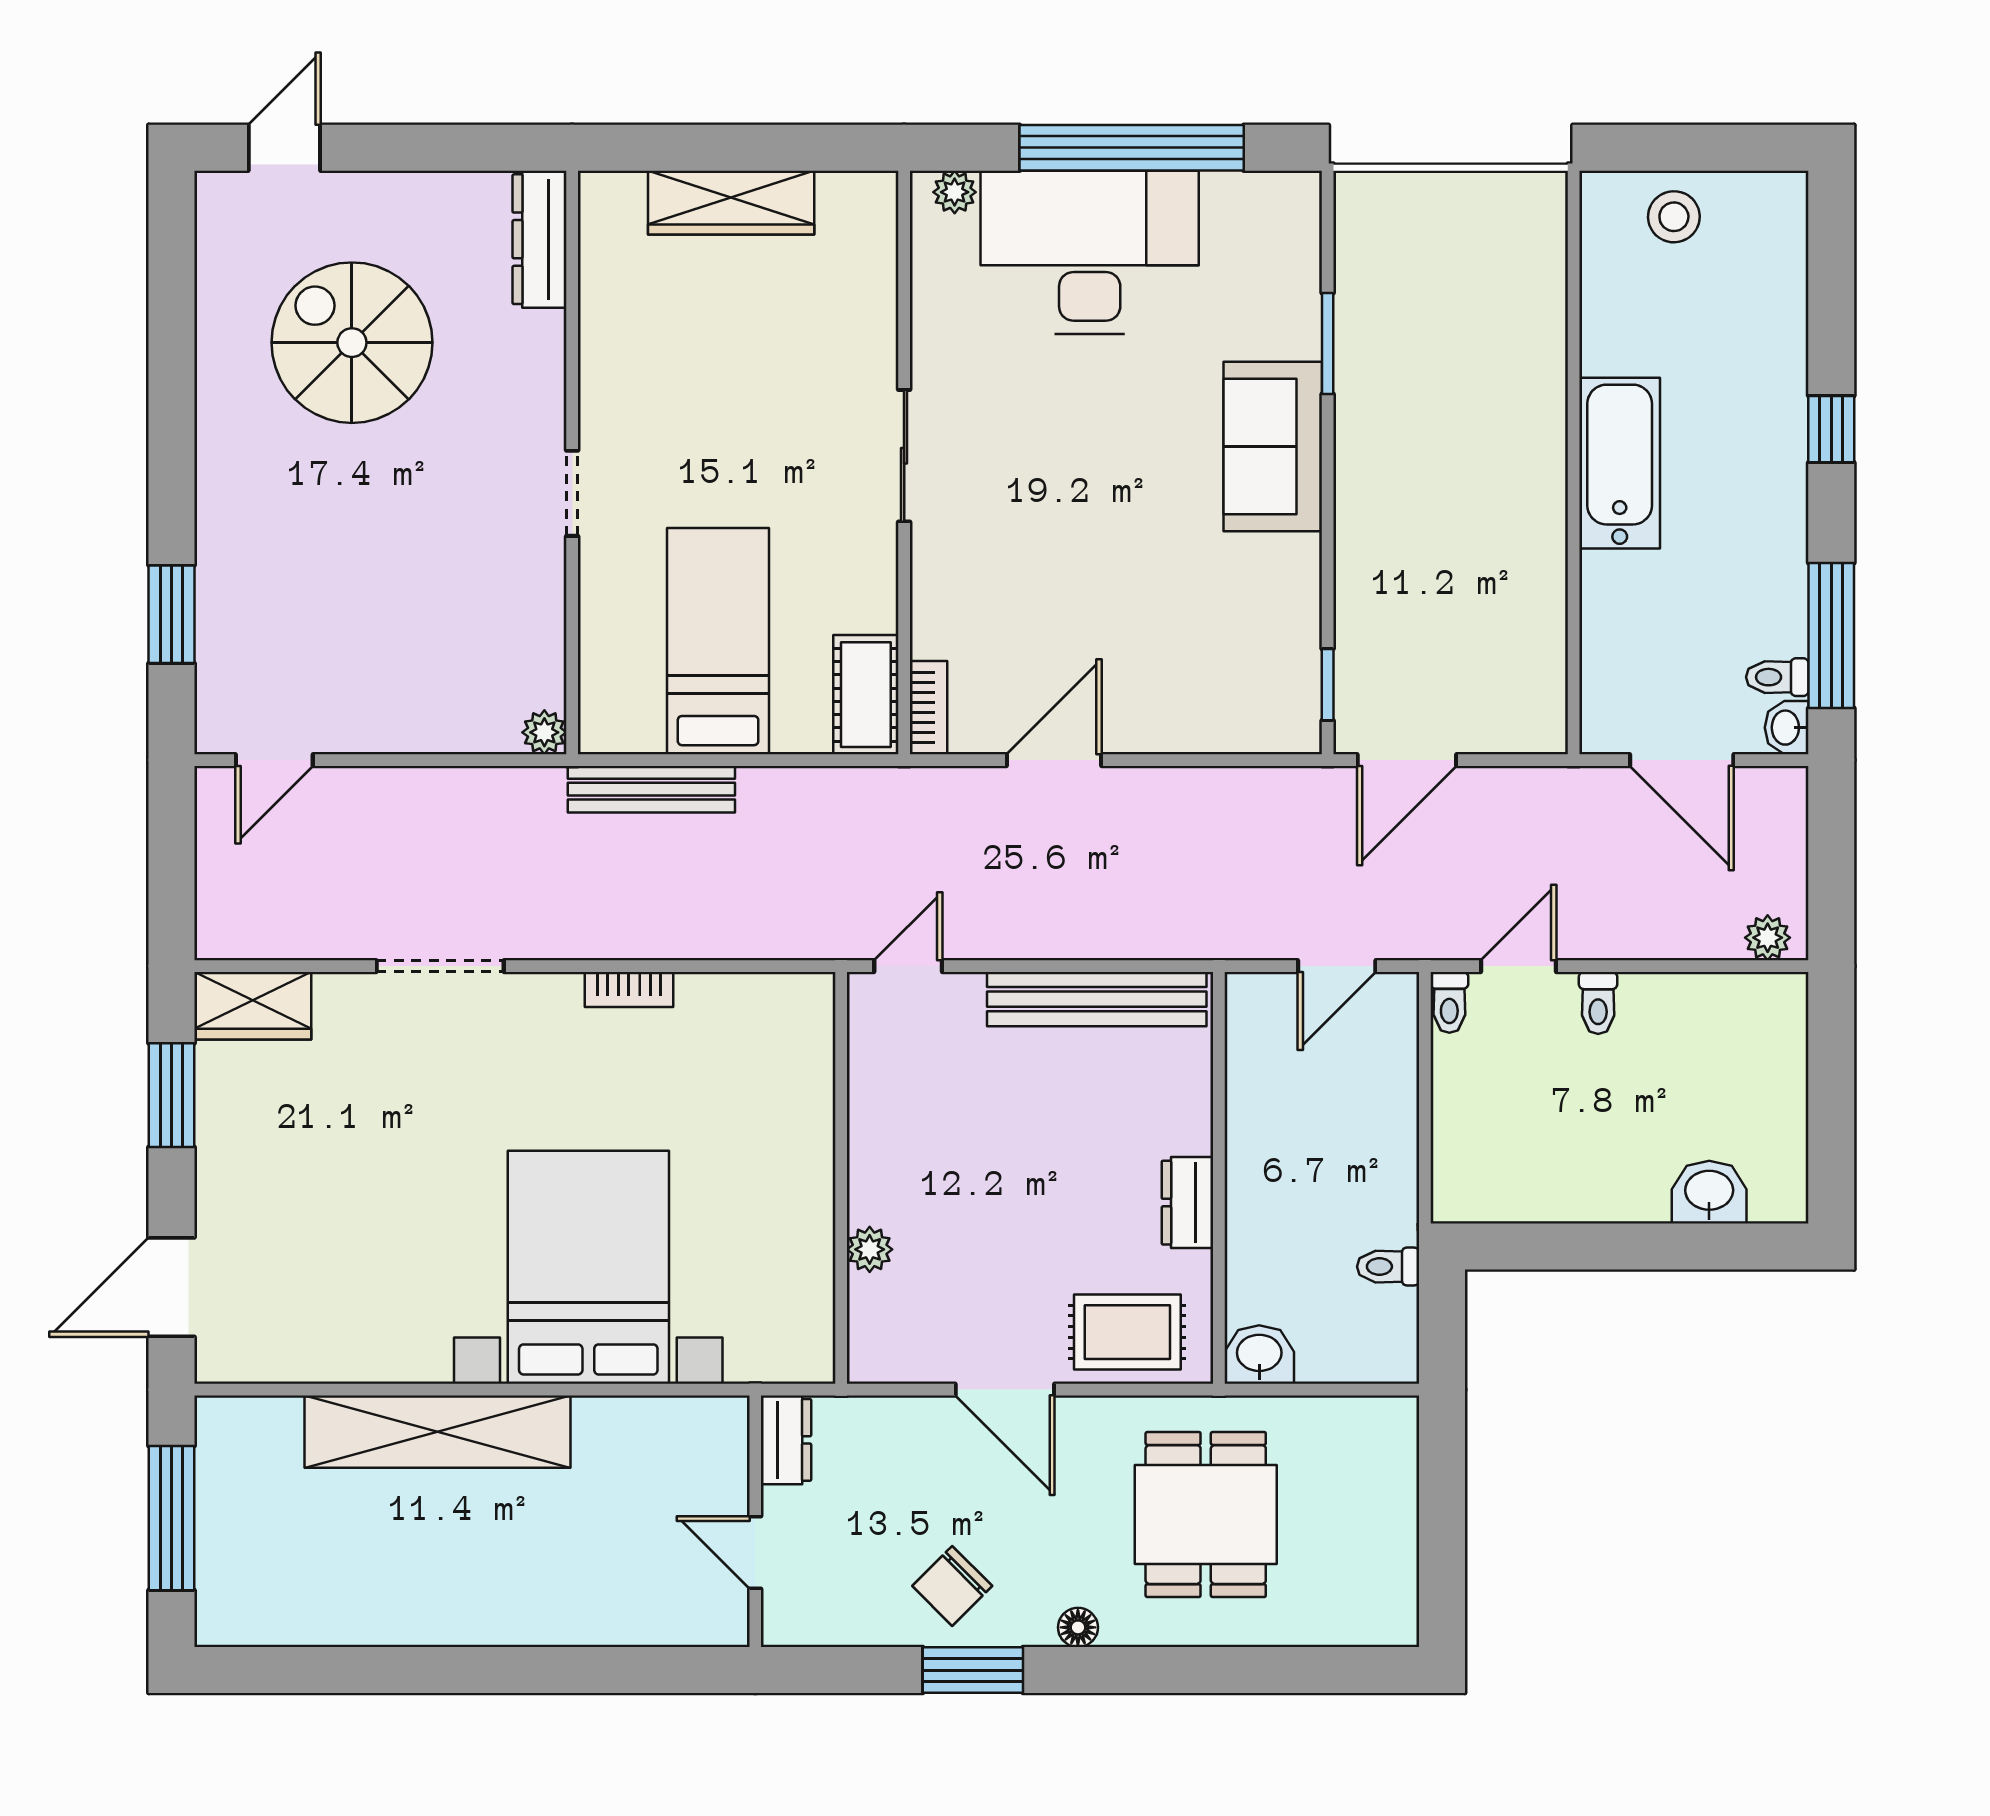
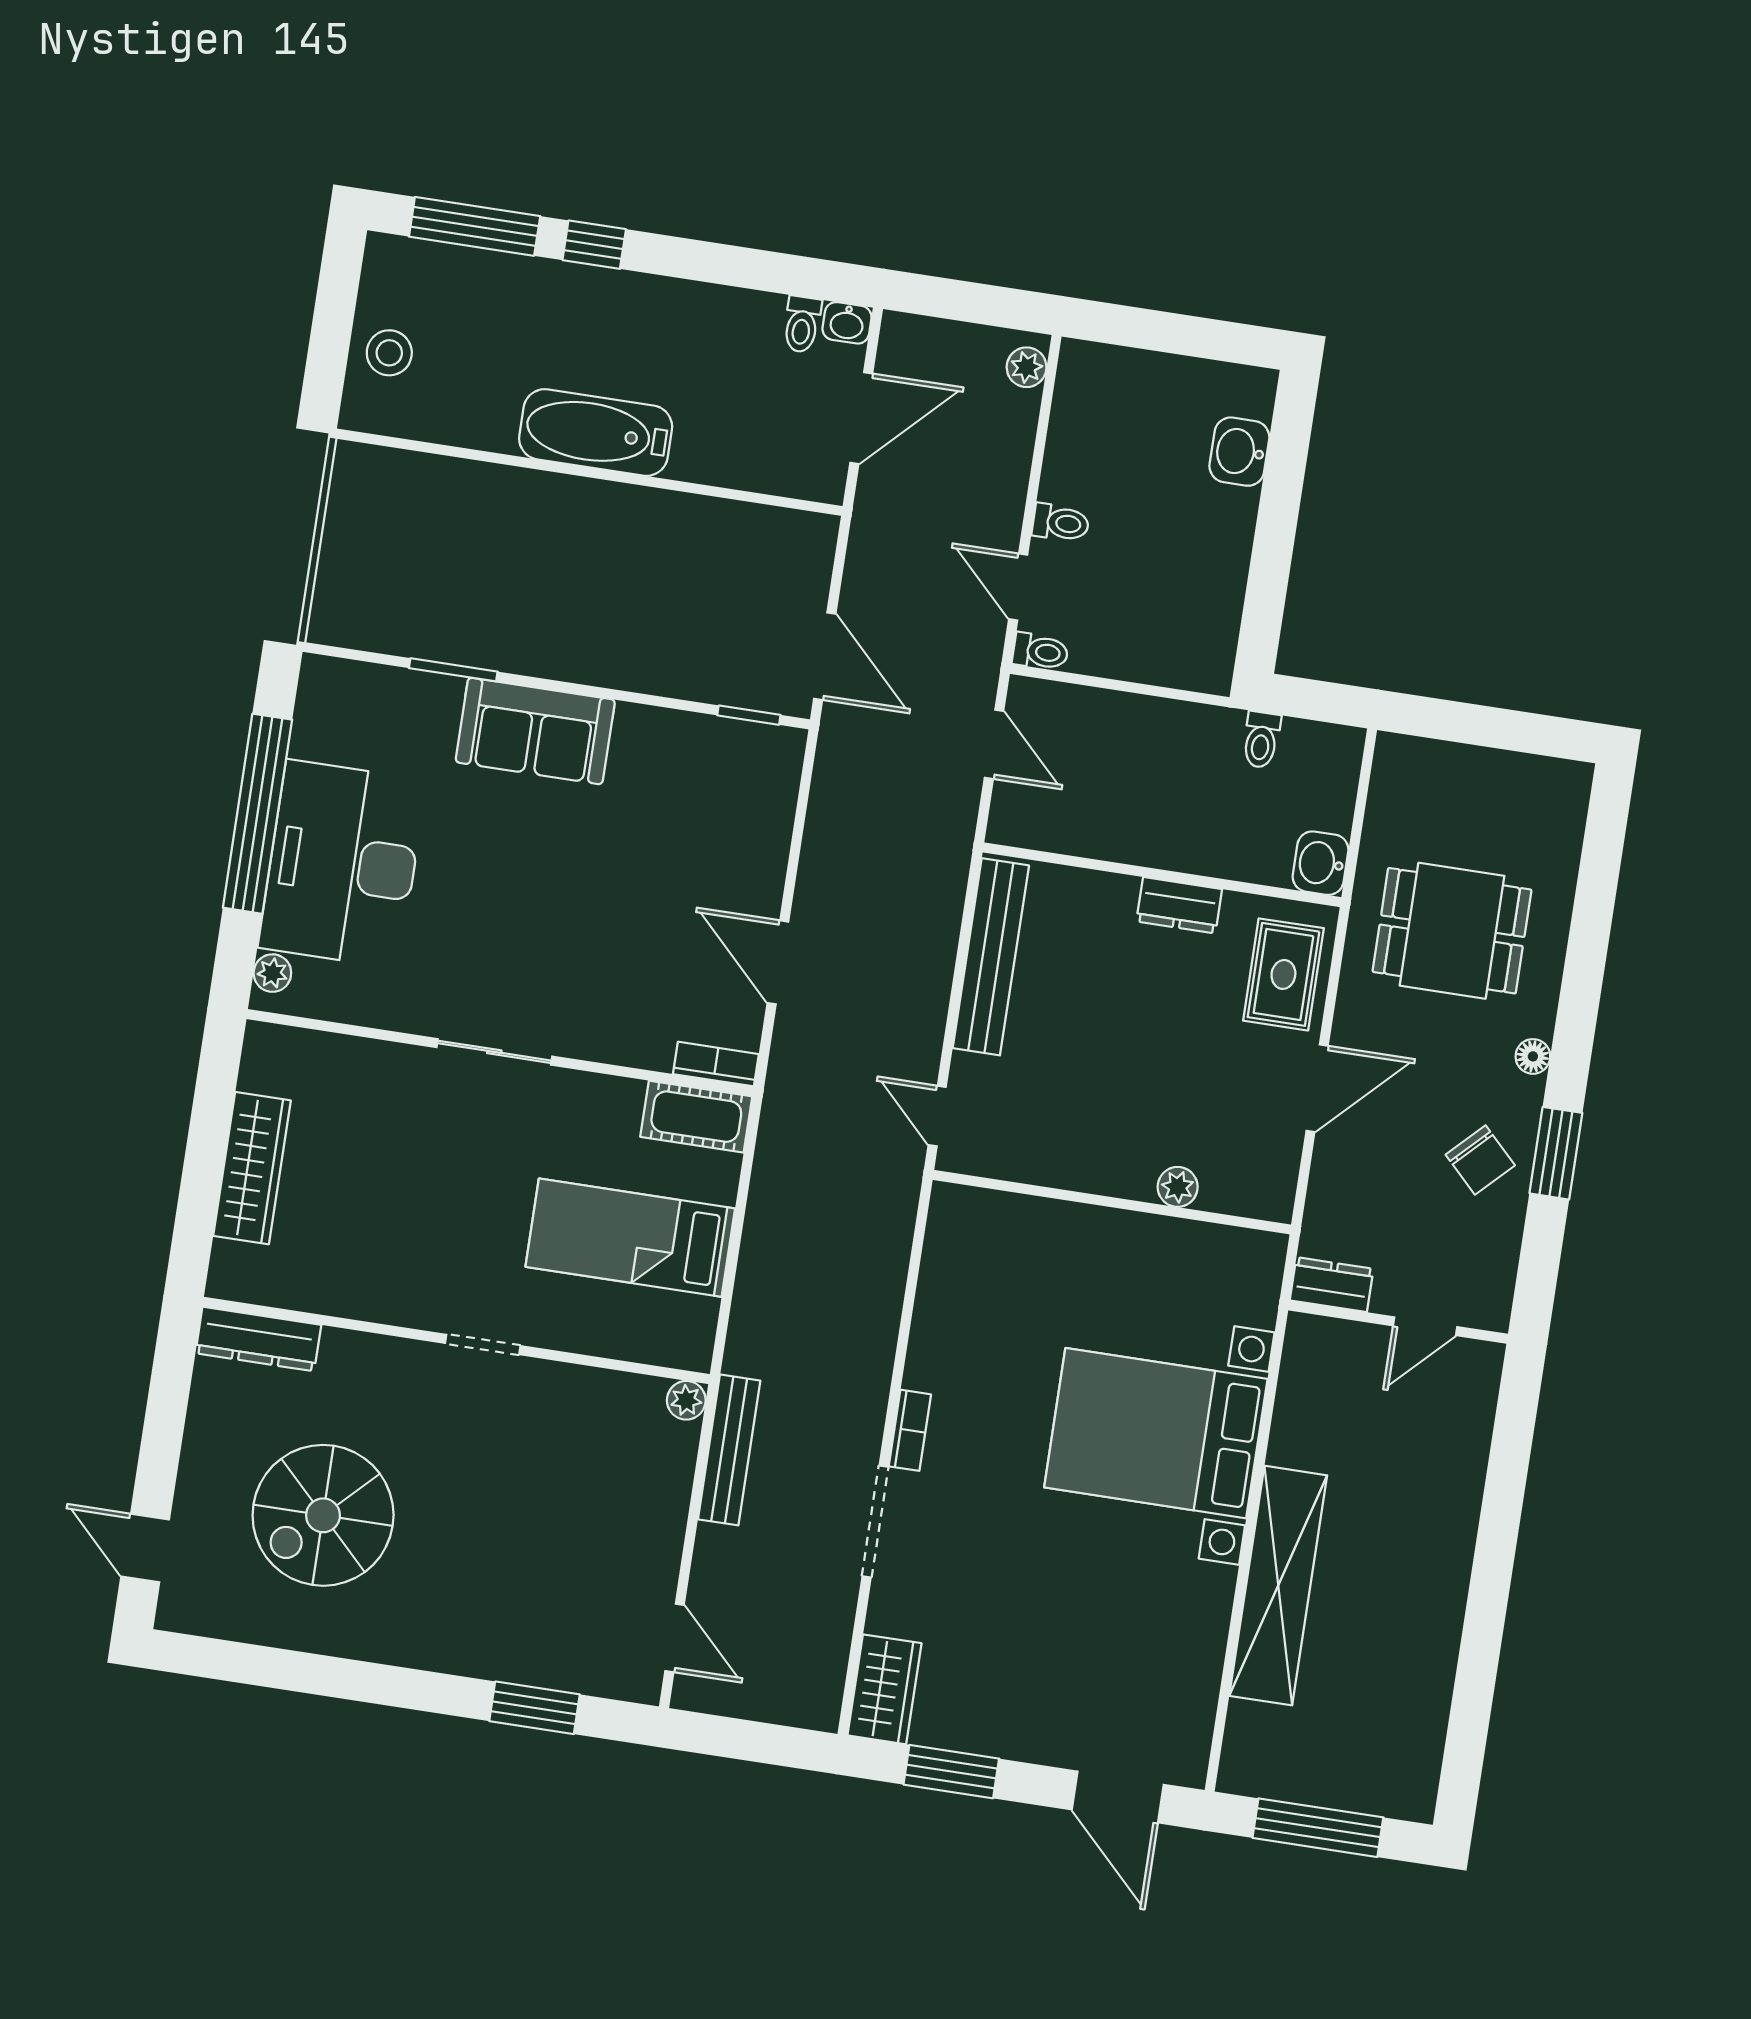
window: (1831, 635) -> (475, 226), moved
bench: (651, 789) -> (729, 1450), moved
bookcase: (629, 990) -> (910, 1430), moved

